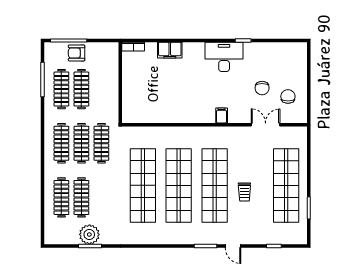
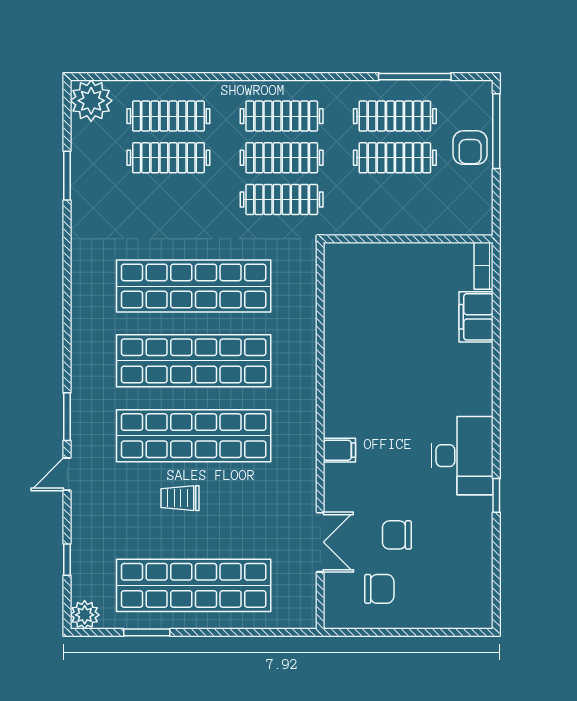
filing cabinet: (170, 50) -> (476, 317), moved
armchair: (77, 53) -> (470, 148), turned 180
plant: (89, 234) -> (91, 101), moved
plant: (300, 238) -> (85, 615), added

